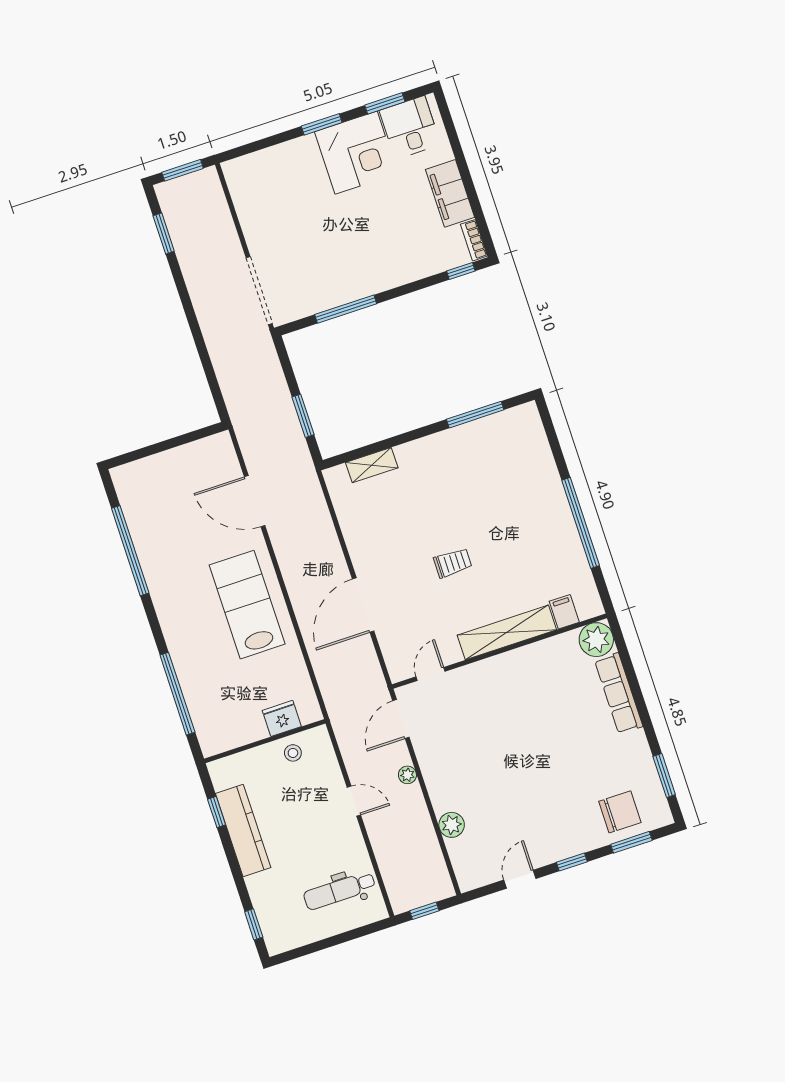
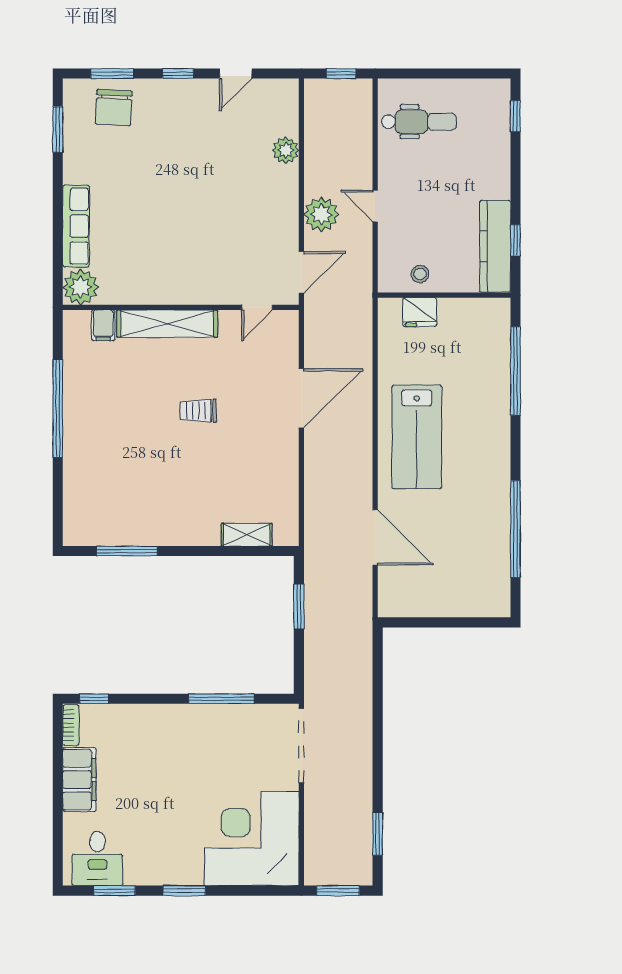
corner desk: (356, 153) -> (252, 839), moved, width x1.36, depth x1.36
plant: (407, 775) -> (321, 214), width x1.88, depth x1.88
chair: (620, 812) -> (114, 108), turned -87
kitchen counter: (243, 831) -> (495, 246), moved

